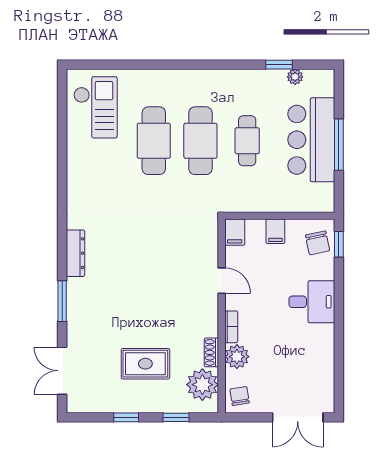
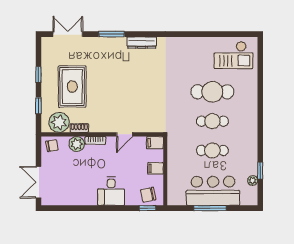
cafe table: (200, 141) -> (212, 121), width x0.73, depth x0.74
rug: (145, 364) -> (72, 87), width x1.36, depth x1.43

